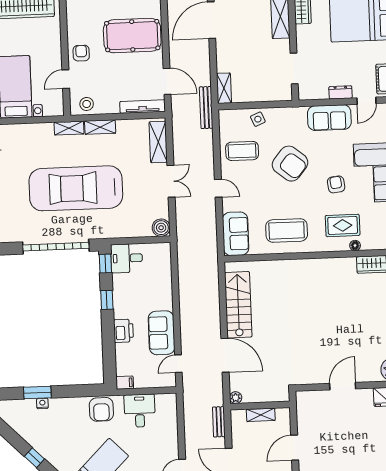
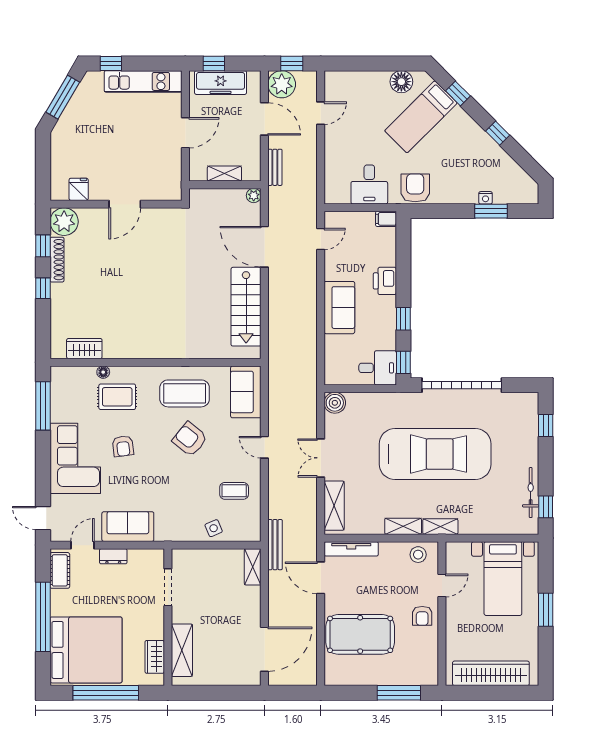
coffee table: (242, 151) -> (234, 491), width x0.73, depth x0.77
armchair: (290, 164) -> (190, 439), moved, width x0.73, depth x0.73
sofa: (161, 333) -> (339, 308), moved

